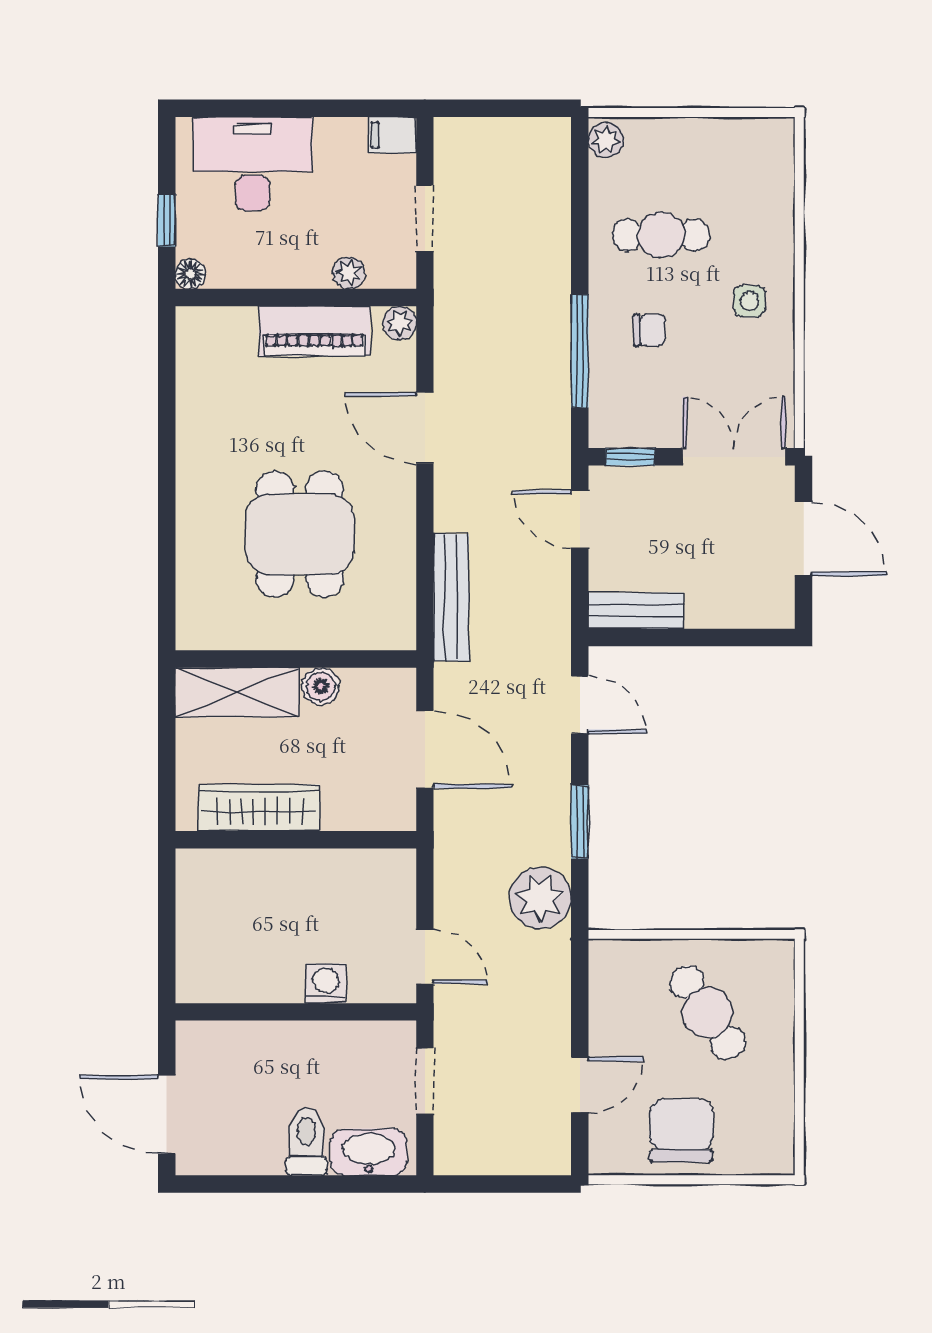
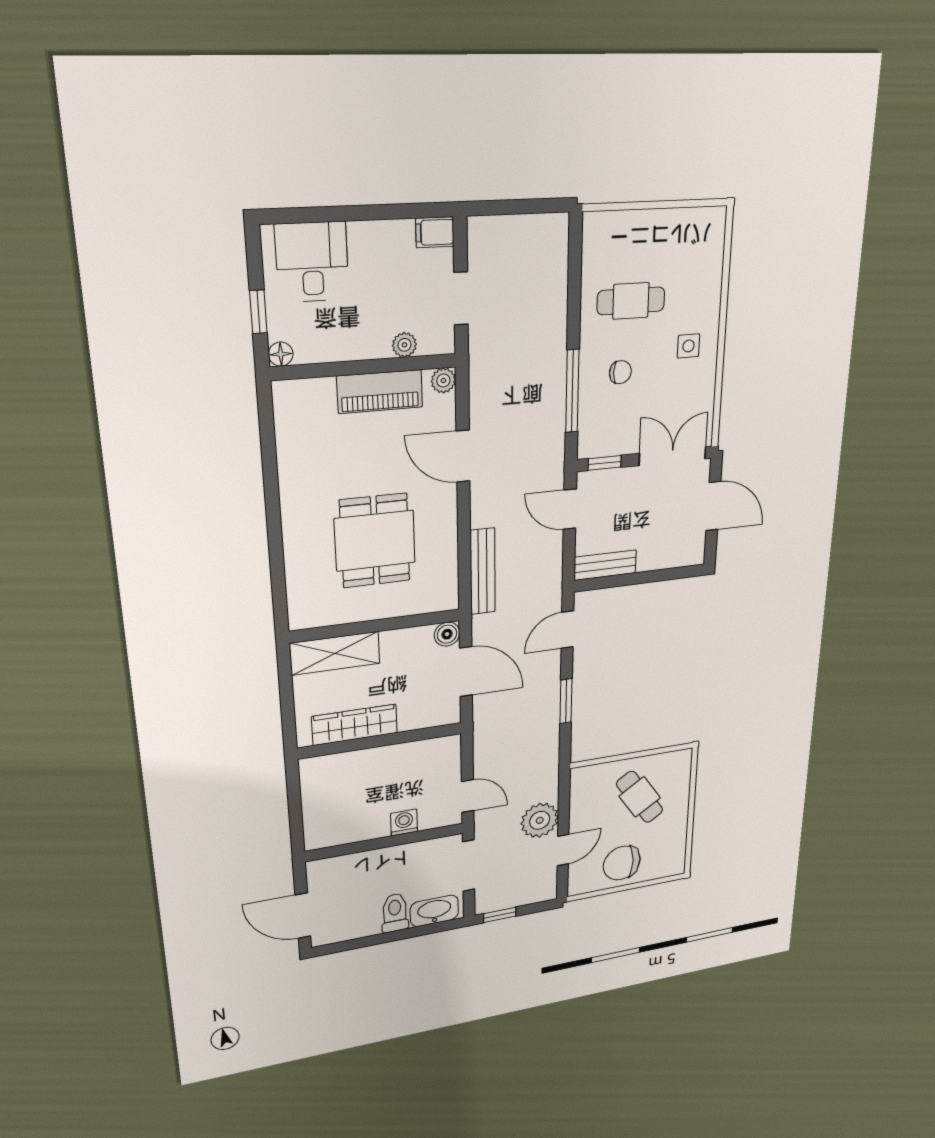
plant: (606, 140) -> (594, 229), removed
desk: (253, 164) -> (312, 262), width x0.73
boiler: (321, 686) -> (447, 634), moved
door: (580, 705) -> (567, 630), swing flipped
plant: (540, 898) -> (540, 820), moved
doorway: (425, 1081) -> (469, 866), width x1.38
chair: (681, 1131) -> (622, 863), turned -90
window: (475, 1184) -> (500, 915), added

